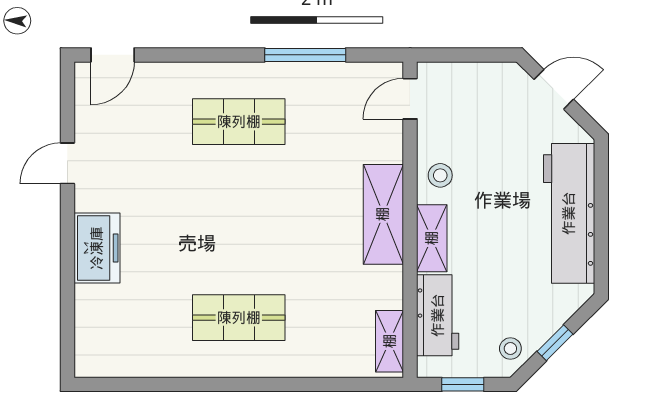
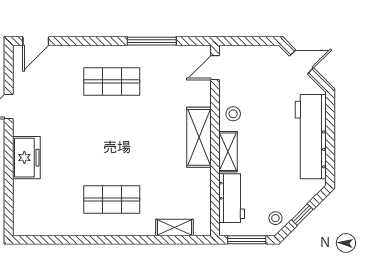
shelving: (390, 341) -> (175, 227), moved, turned 90
window: (463, 384) -> (247, 240), width x1.50

